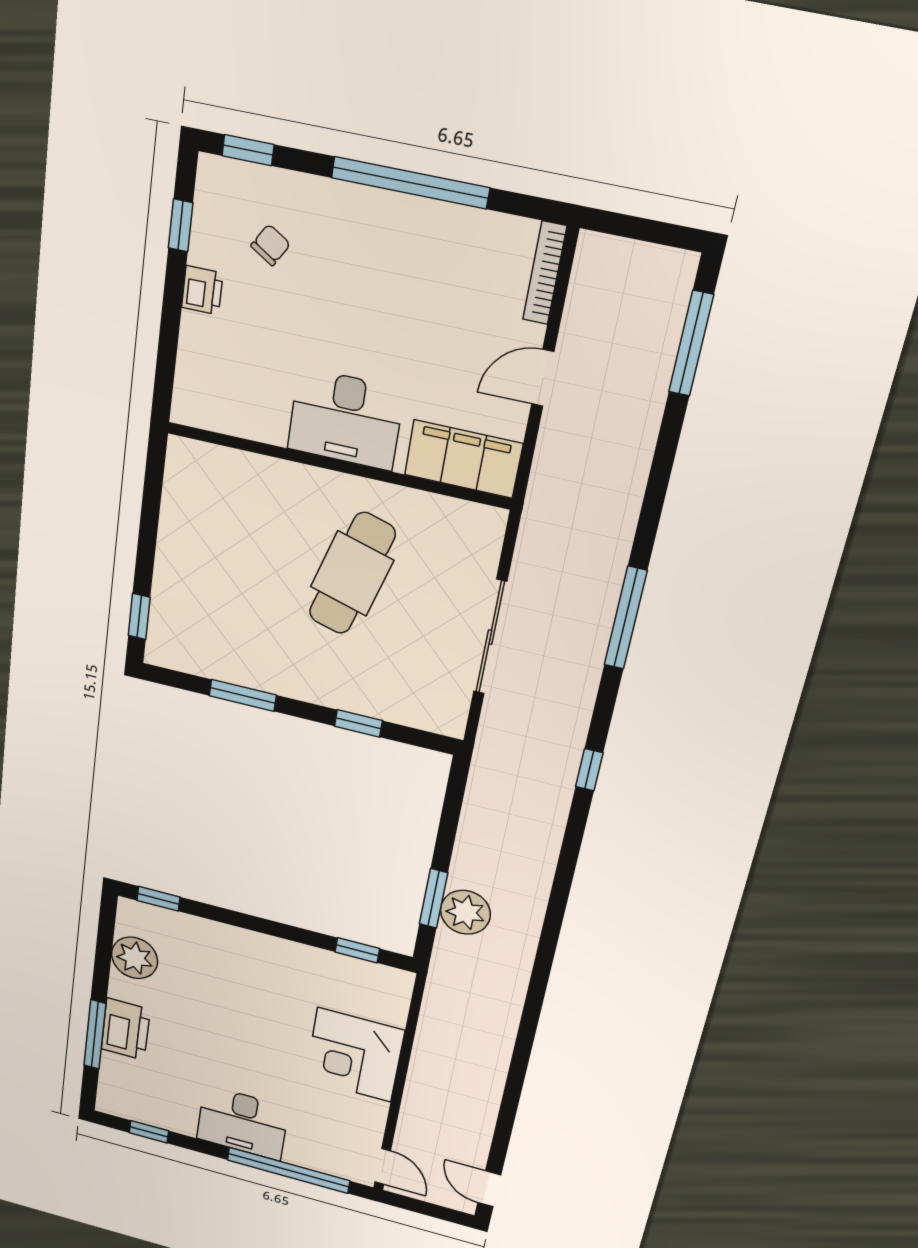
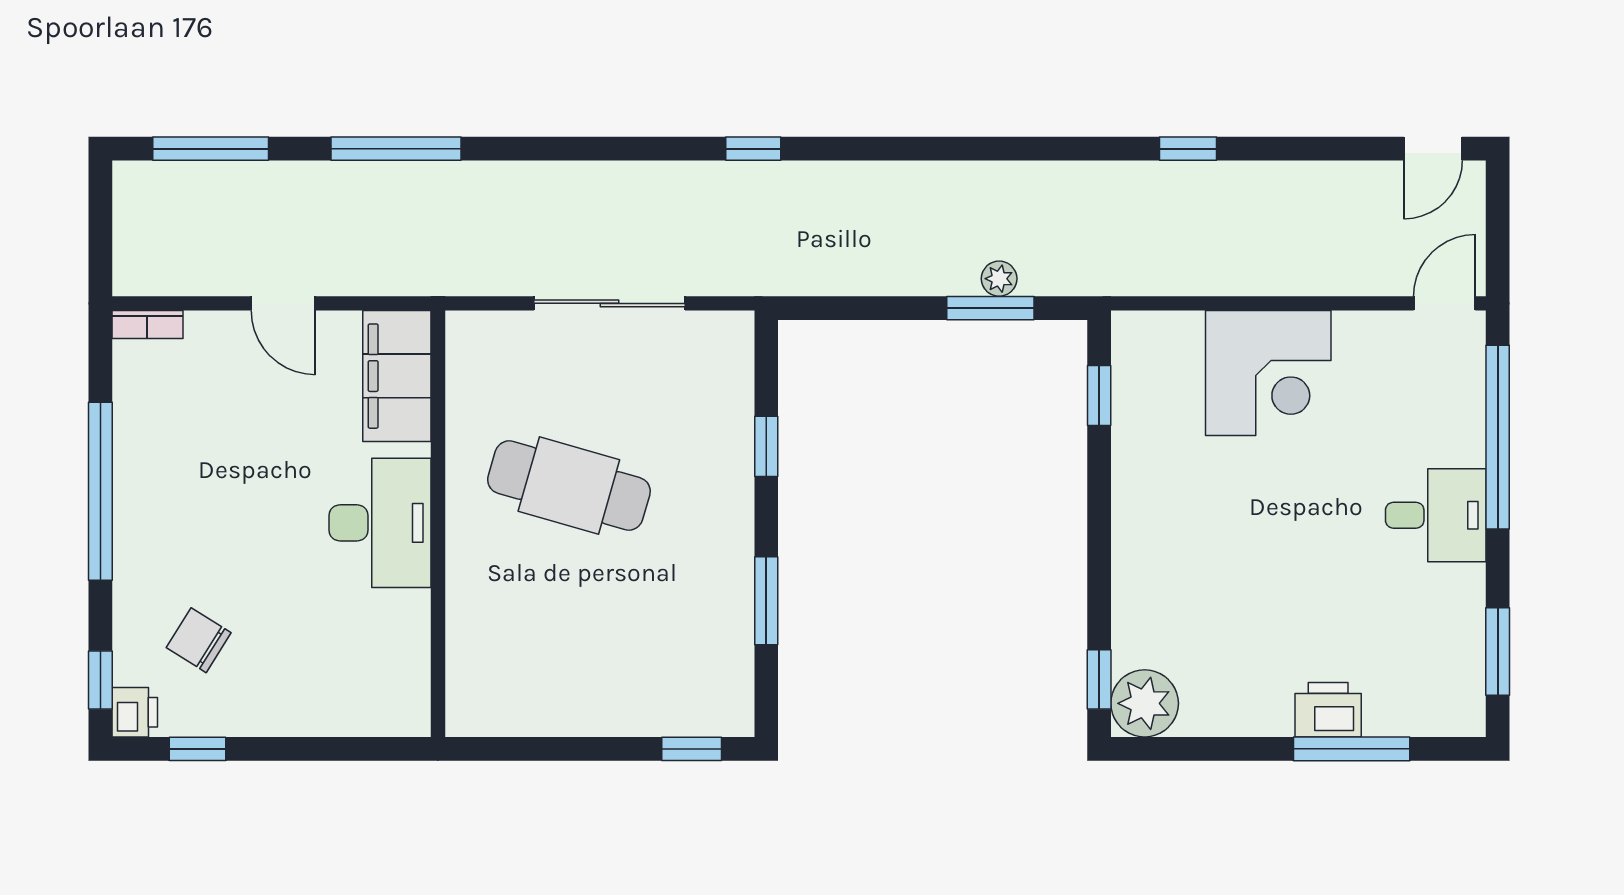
chair: (271, 245) -> (199, 640), width x1.37, depth x1.37
bookcase: (545, 273) -> (147, 325), width x0.64
printer: (202, 290) -> (135, 712), moved, turned 90
window: (626, 618) -> (396, 149), moved
plant: (465, 912) -> (999, 279), width x0.53, depth x0.53
plant: (135, 958) -> (1145, 703), moved
printer: (126, 1029) -> (1328, 710), width x0.73, depth x0.84
window: (522, 1050) -> (1188, 149), added
desk: (242, 1123) -> (1436, 515), width x0.73
window: (149, 1132) -> (1498, 651), width x1.50

